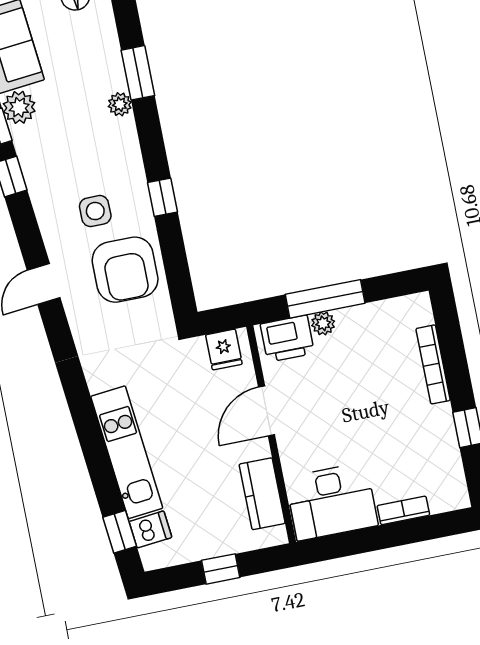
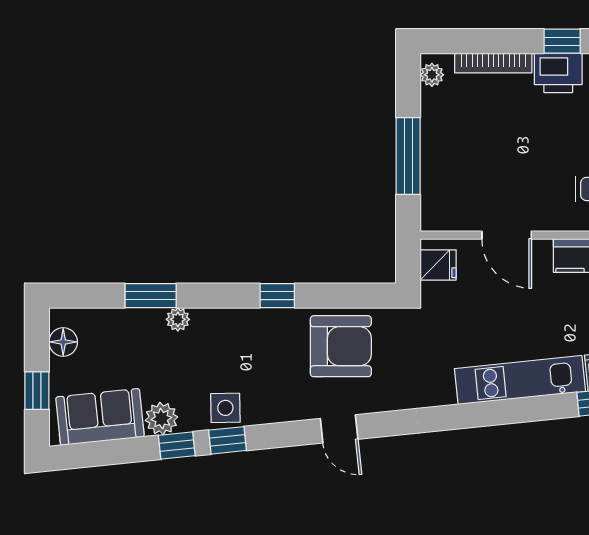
side table: (95, 211) -> (225, 408), moved
plant: (323, 323) -> (432, 75), moved
printer: (287, 339) -> (558, 73), moved, turned 90

